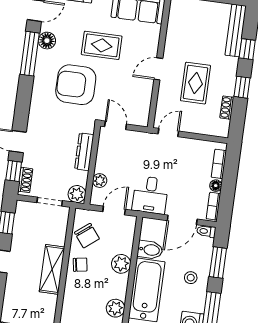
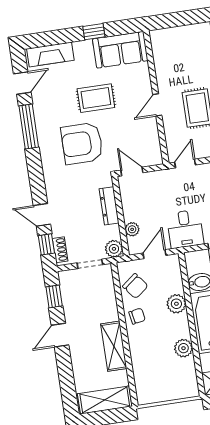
floor lamp: (47, 41) -> (42, 109), removed
shelving: (52, 269) -> (114, 346), moved

